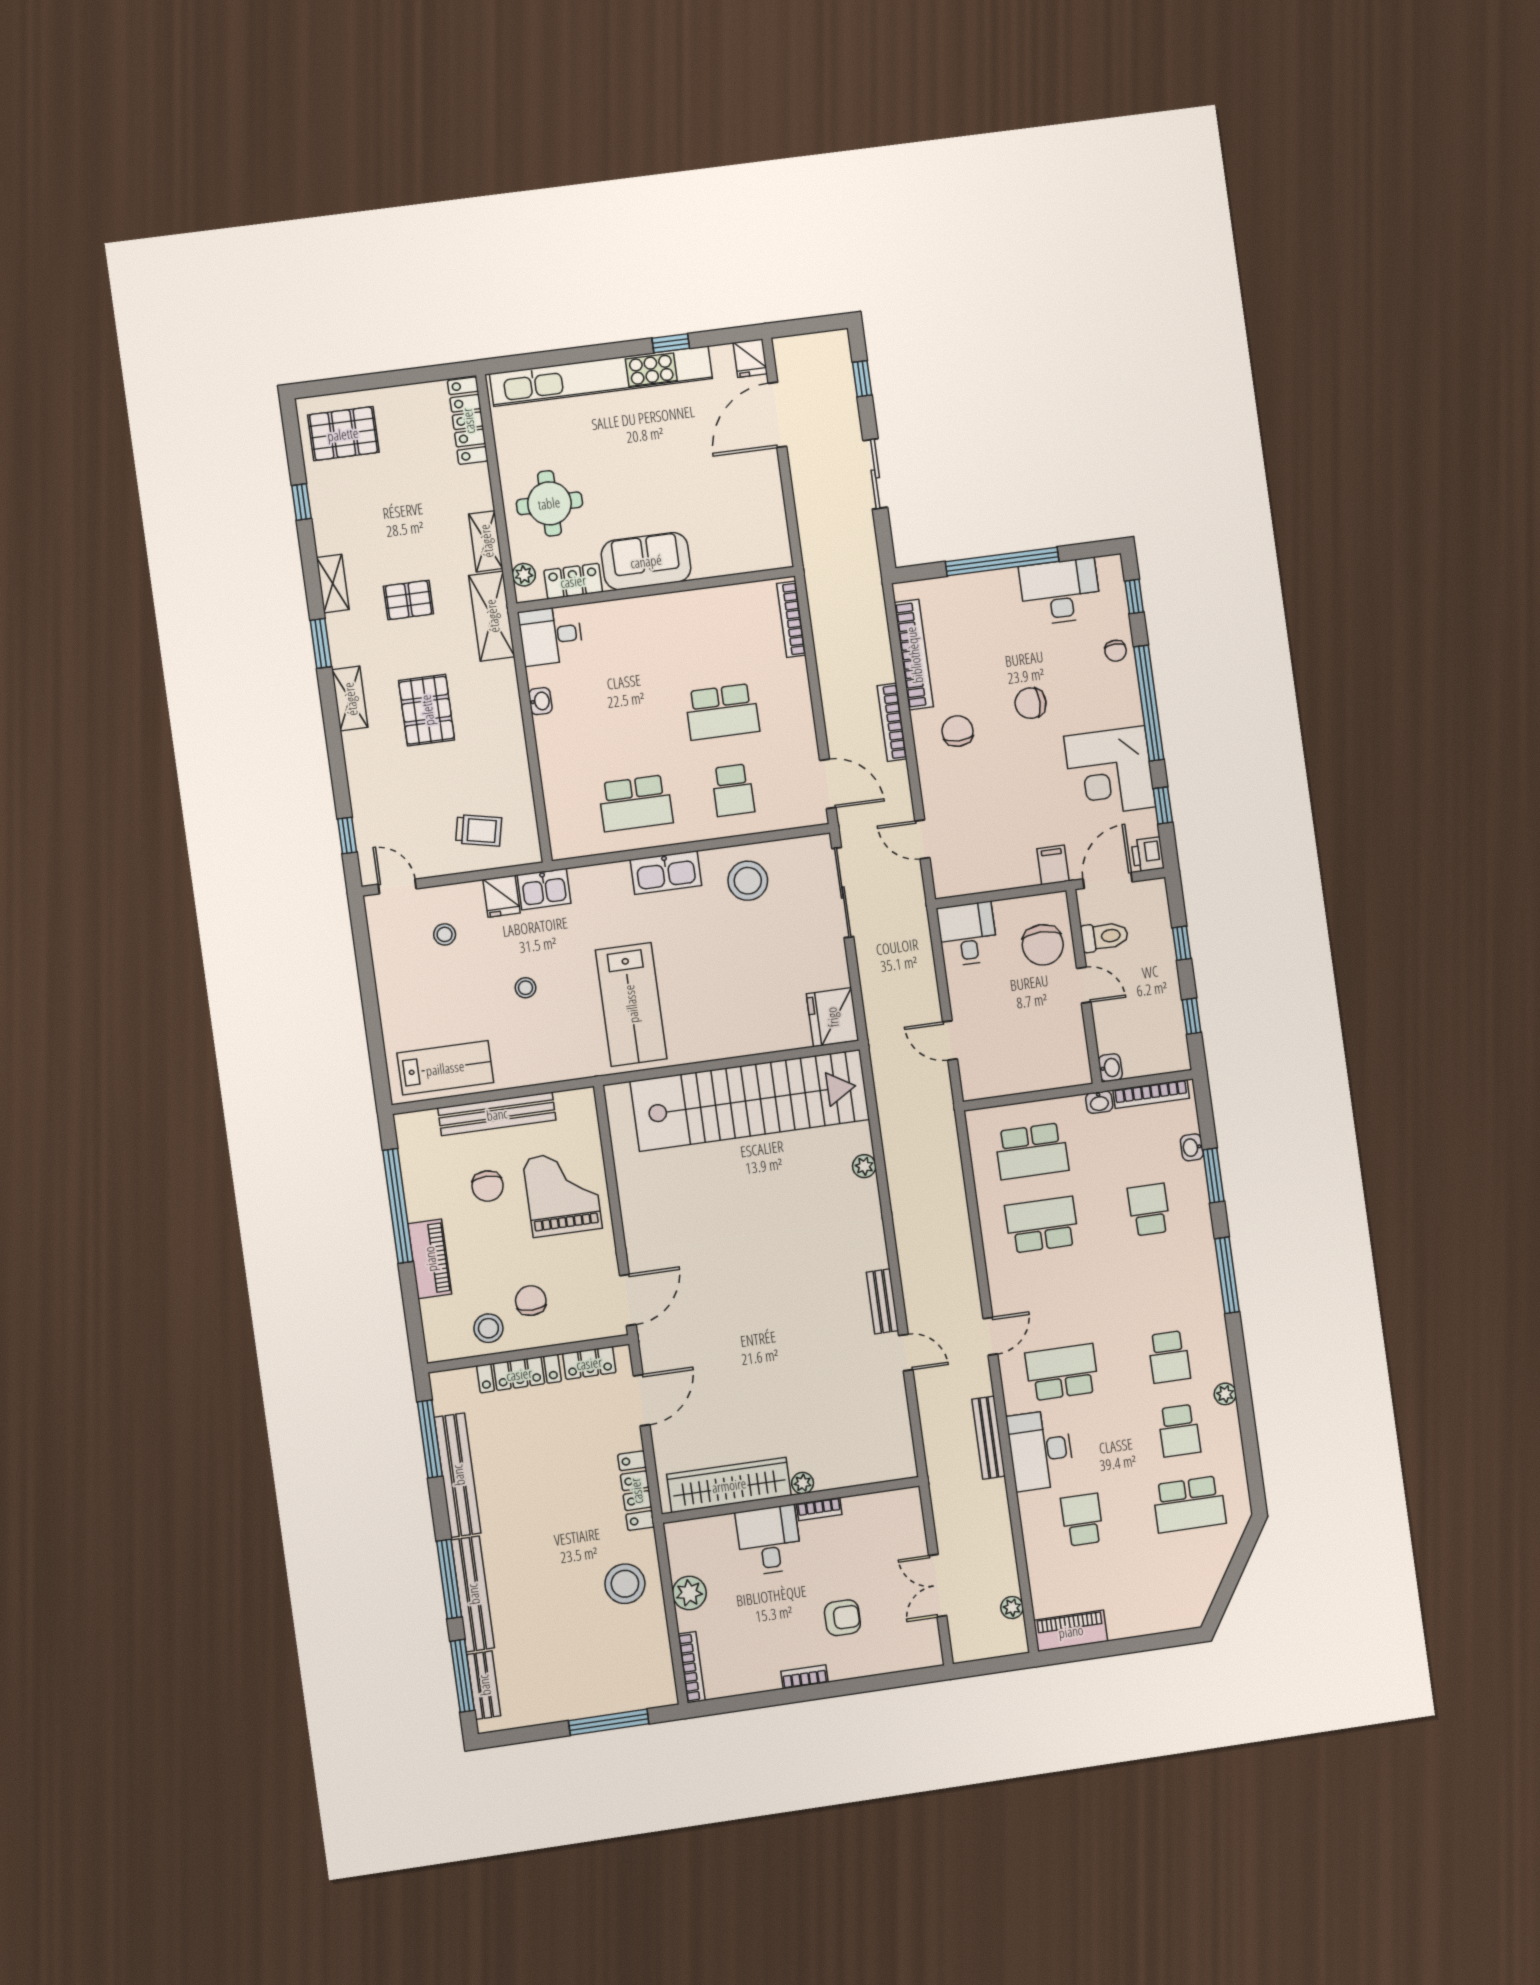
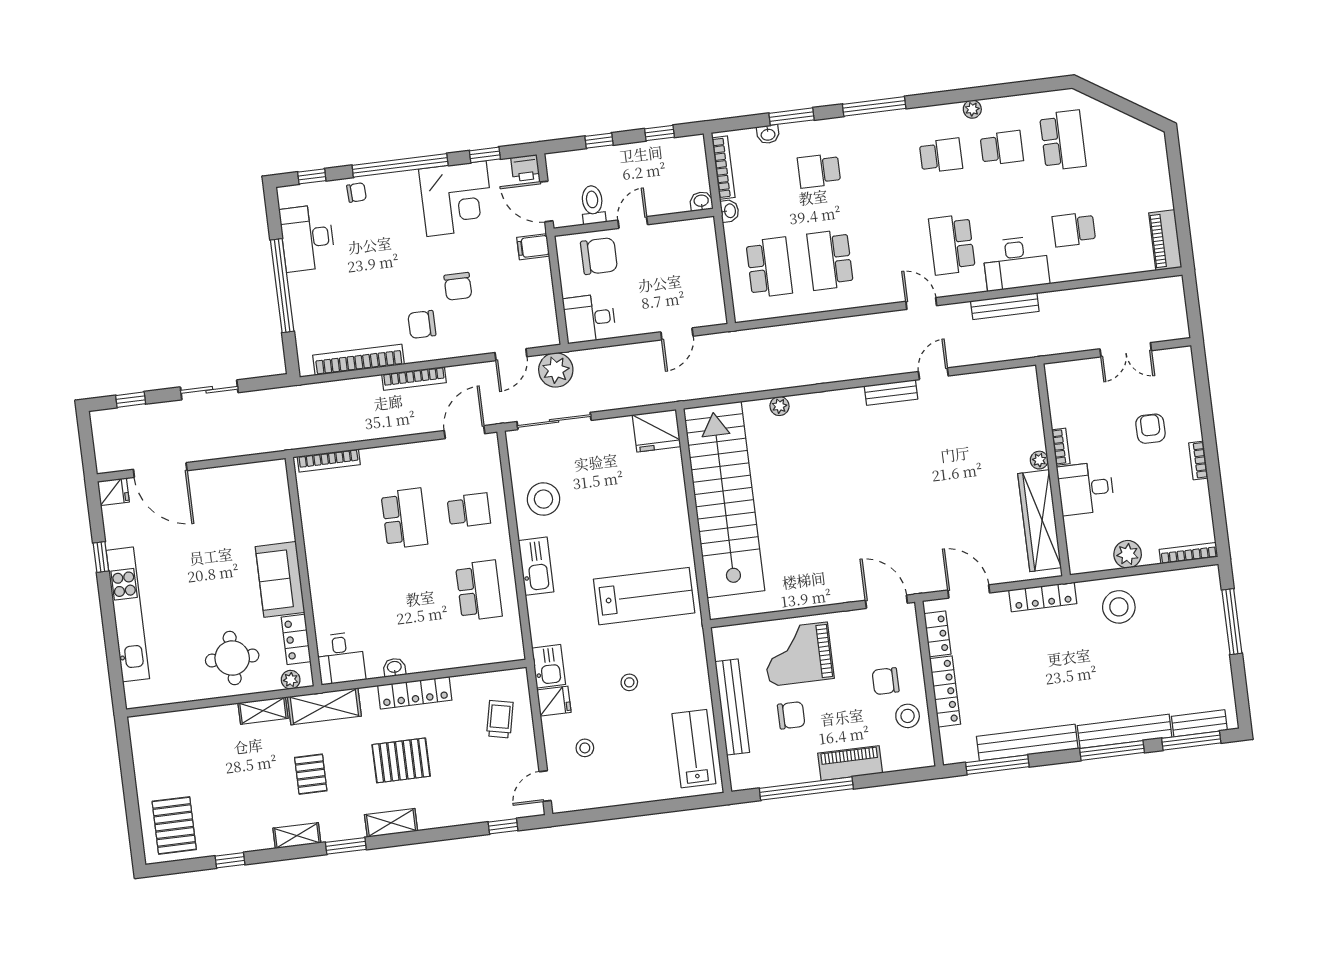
kitchen unit: (601, 376) -> (128, 614), width x0.73
locker: (468, 421) -> (415, 693), moved
chair: (1031, 703) -> (458, 286), moved
plant: (1012, 1608) -> (556, 370), moved, width x1.88, depth x1.88

